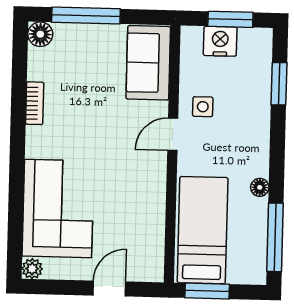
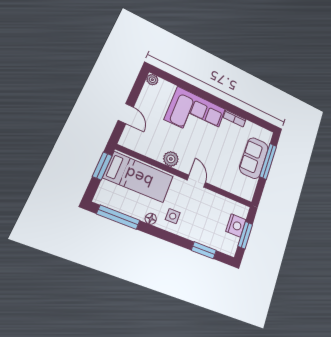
floor lamp: (40, 34) -> (266, 136), removed
sofa: (148, 63) -> (254, 158), moved, turned -90
side table: (203, 107) -> (173, 216), moved
plant: (153, 190) -> (171, 159), added
corner sofa: (58, 209) -> (195, 114), moved

